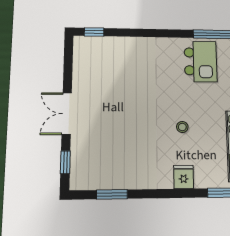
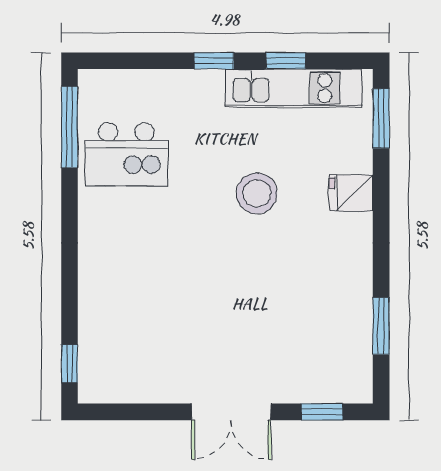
kitchen island: (201, 61) -> (126, 154), turned 180
stool: (182, 127) -> (257, 193), width x1.89, depth x1.89

